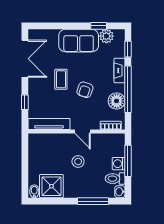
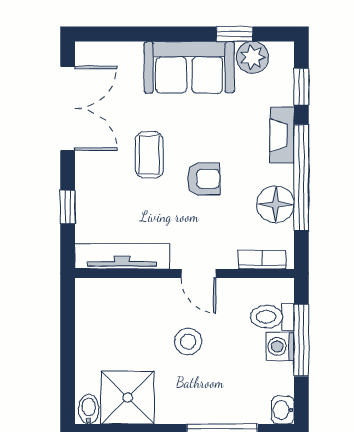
armchair: (85, 90) -> (204, 179), turned -109
toilet: (115, 179) -> (272, 317), moved

